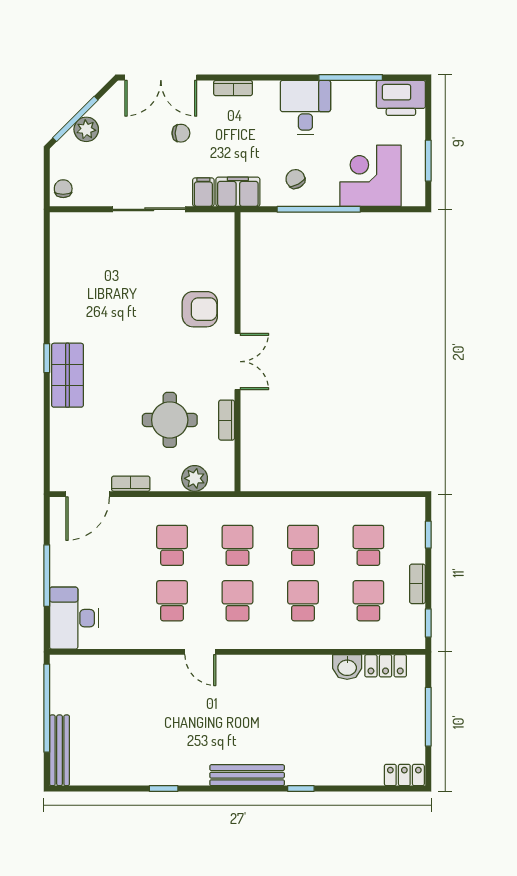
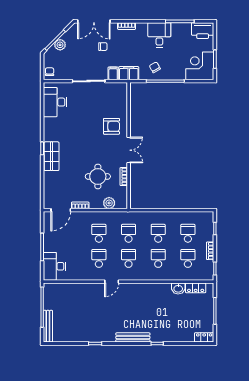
corner desk: (370, 176) -> (200, 66), moved
desk: (75, 256) -> (55, 102), added
door: (200, 652) -> (112, 282), hinge flipped

